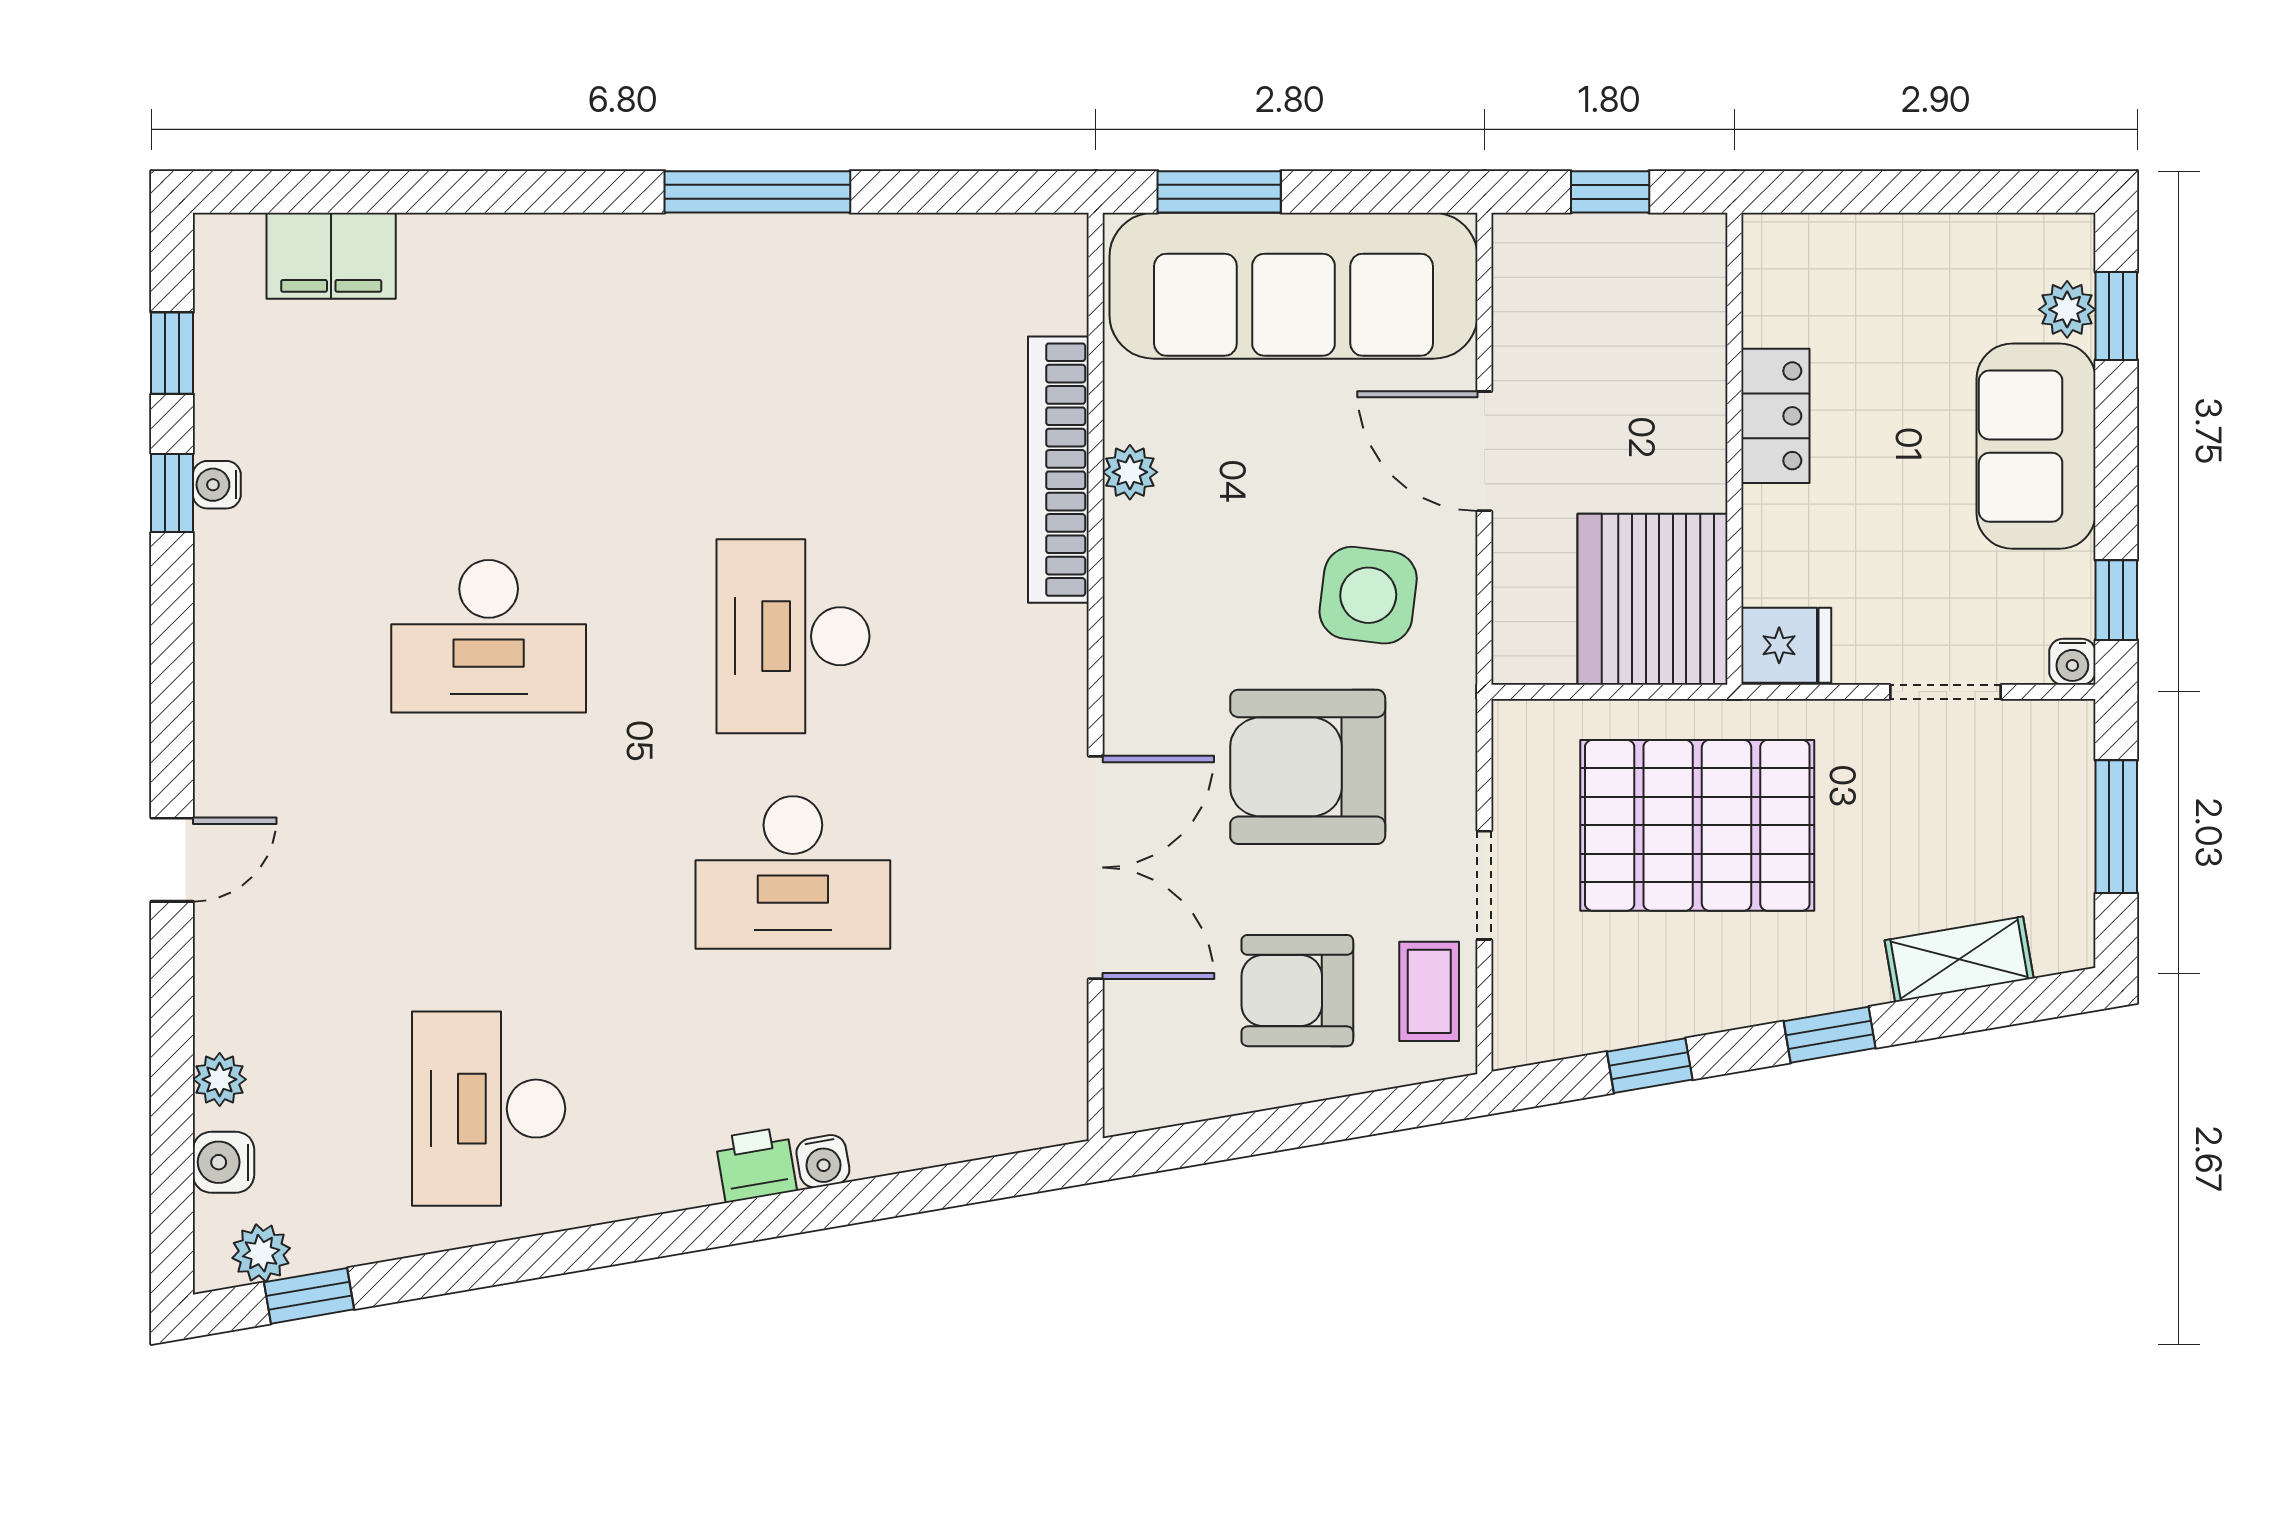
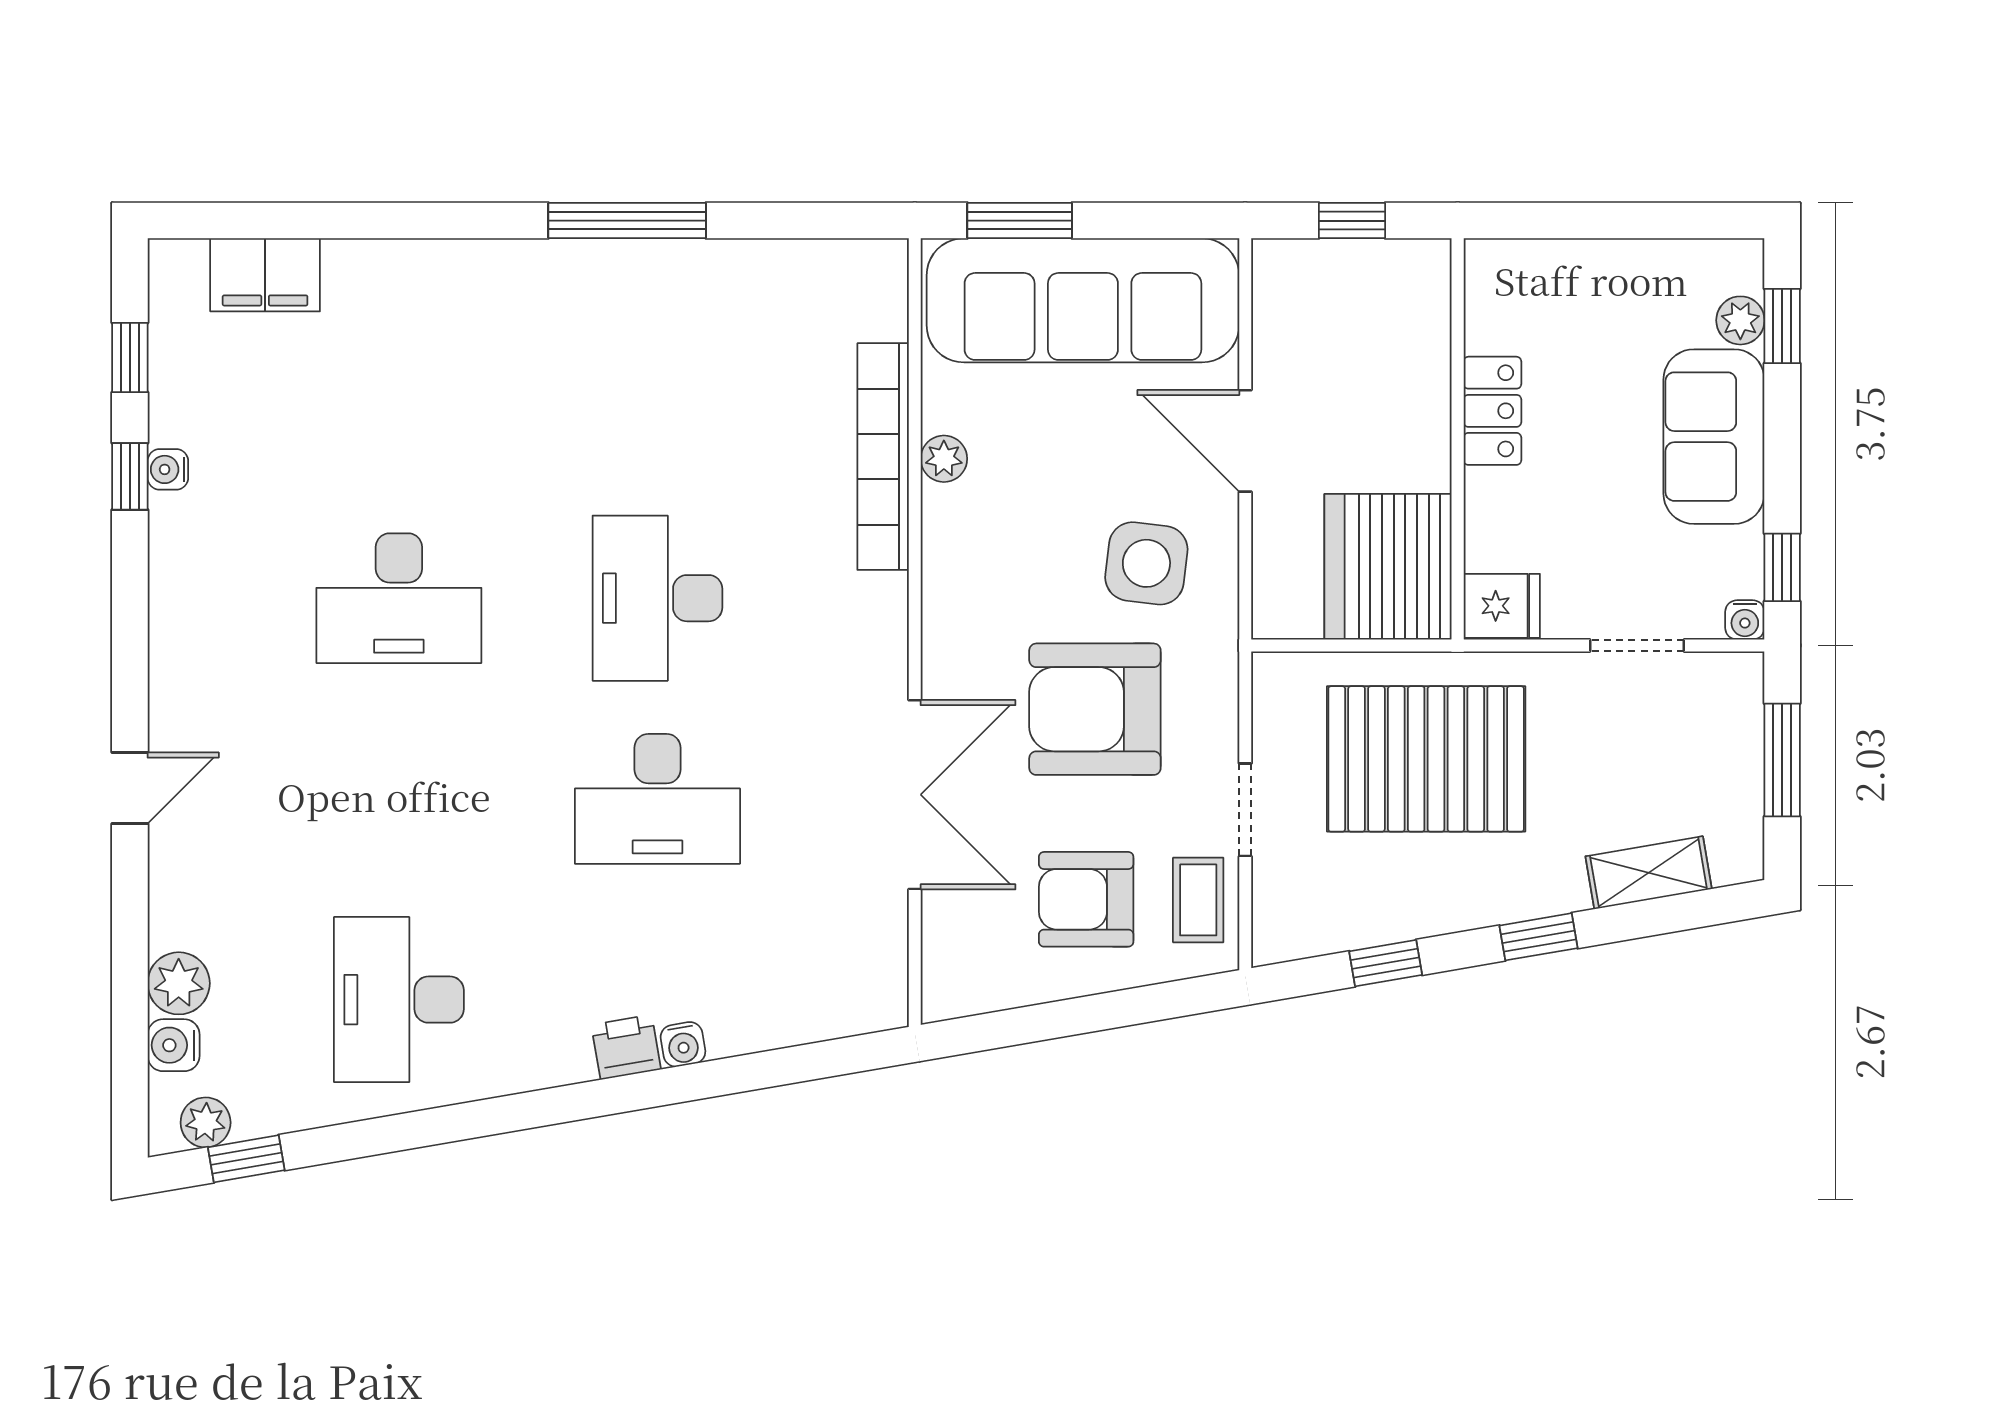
plant: (220, 1079) -> (179, 983), width x1.38, depth x1.38

